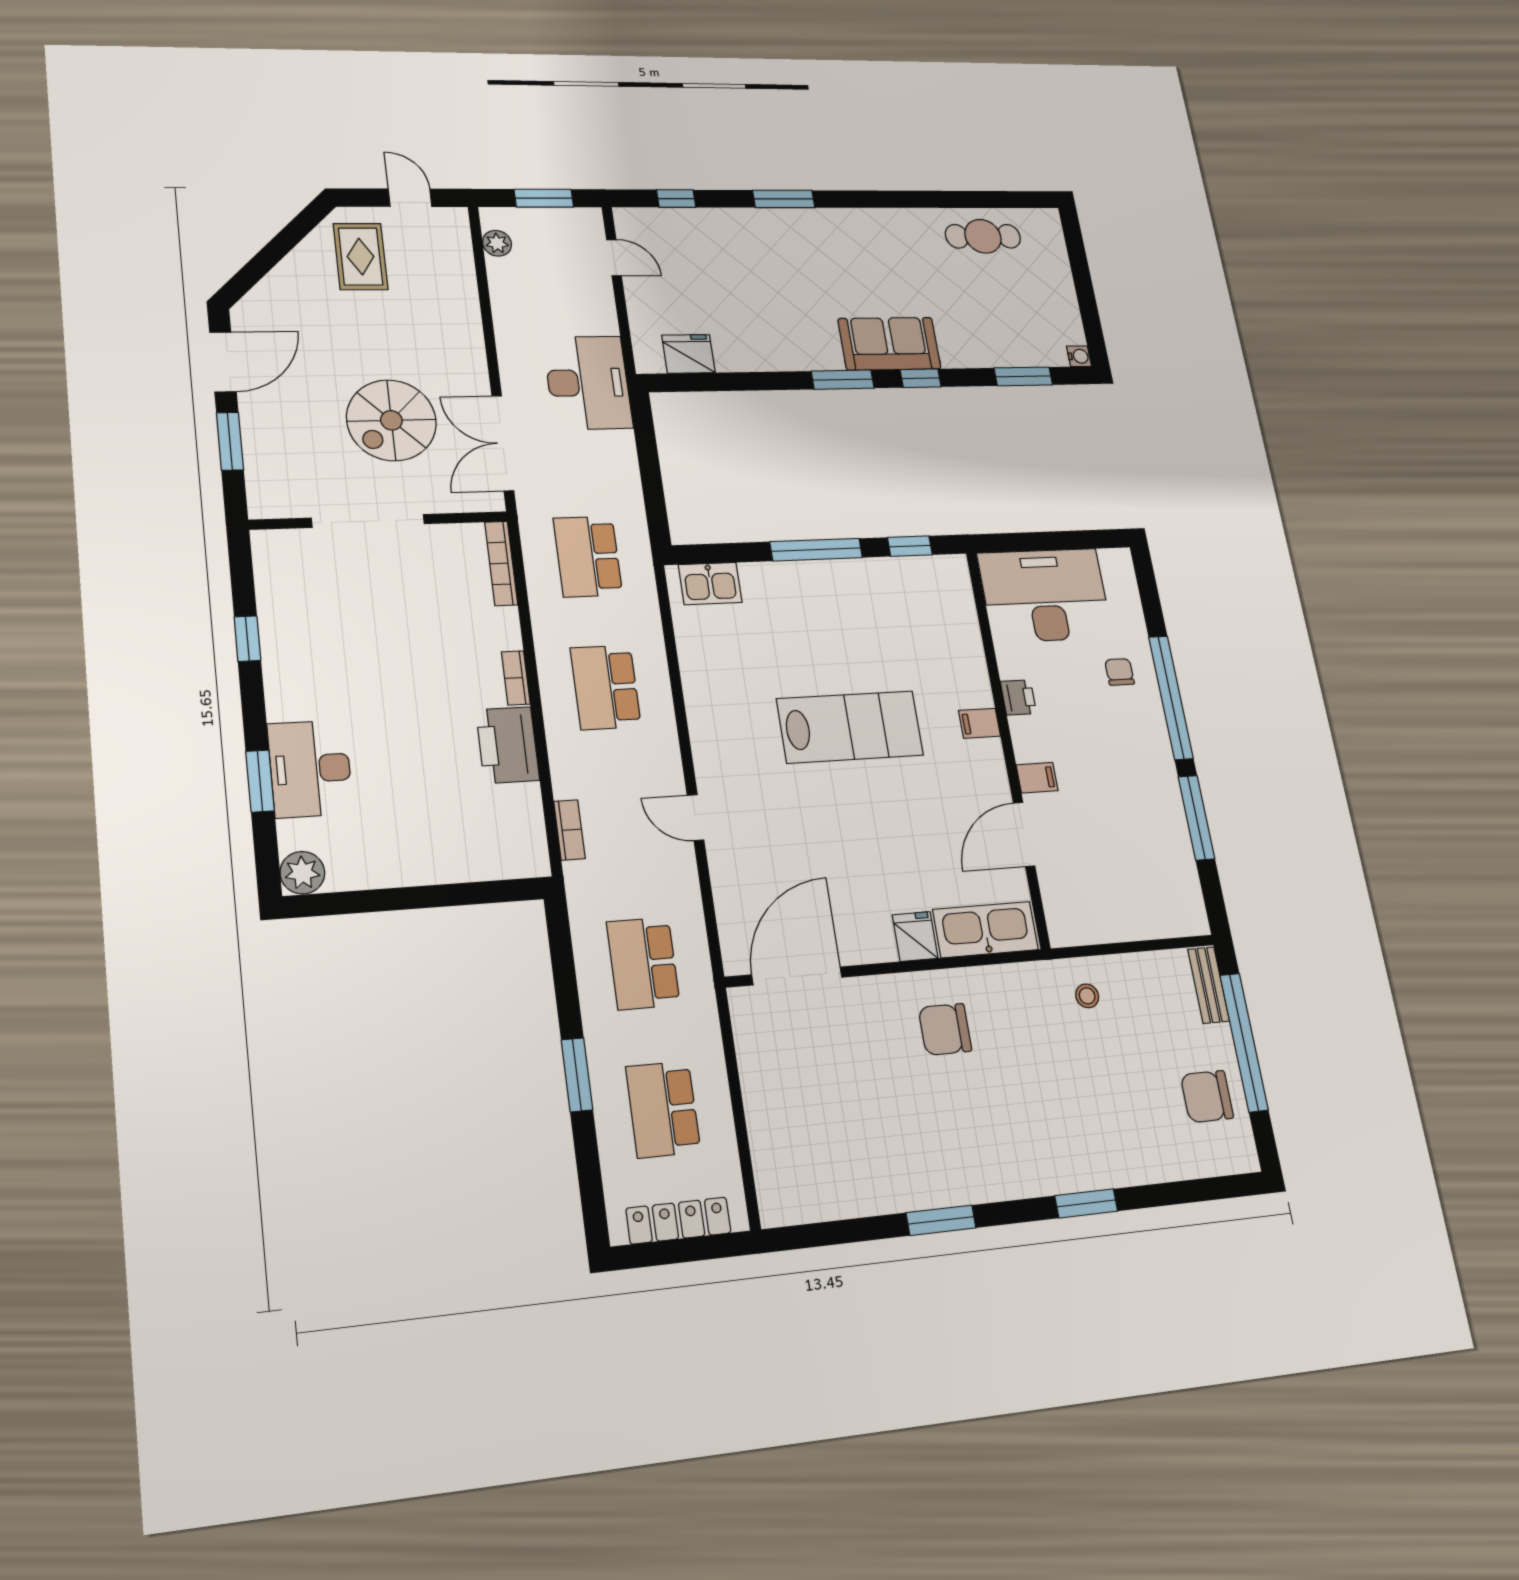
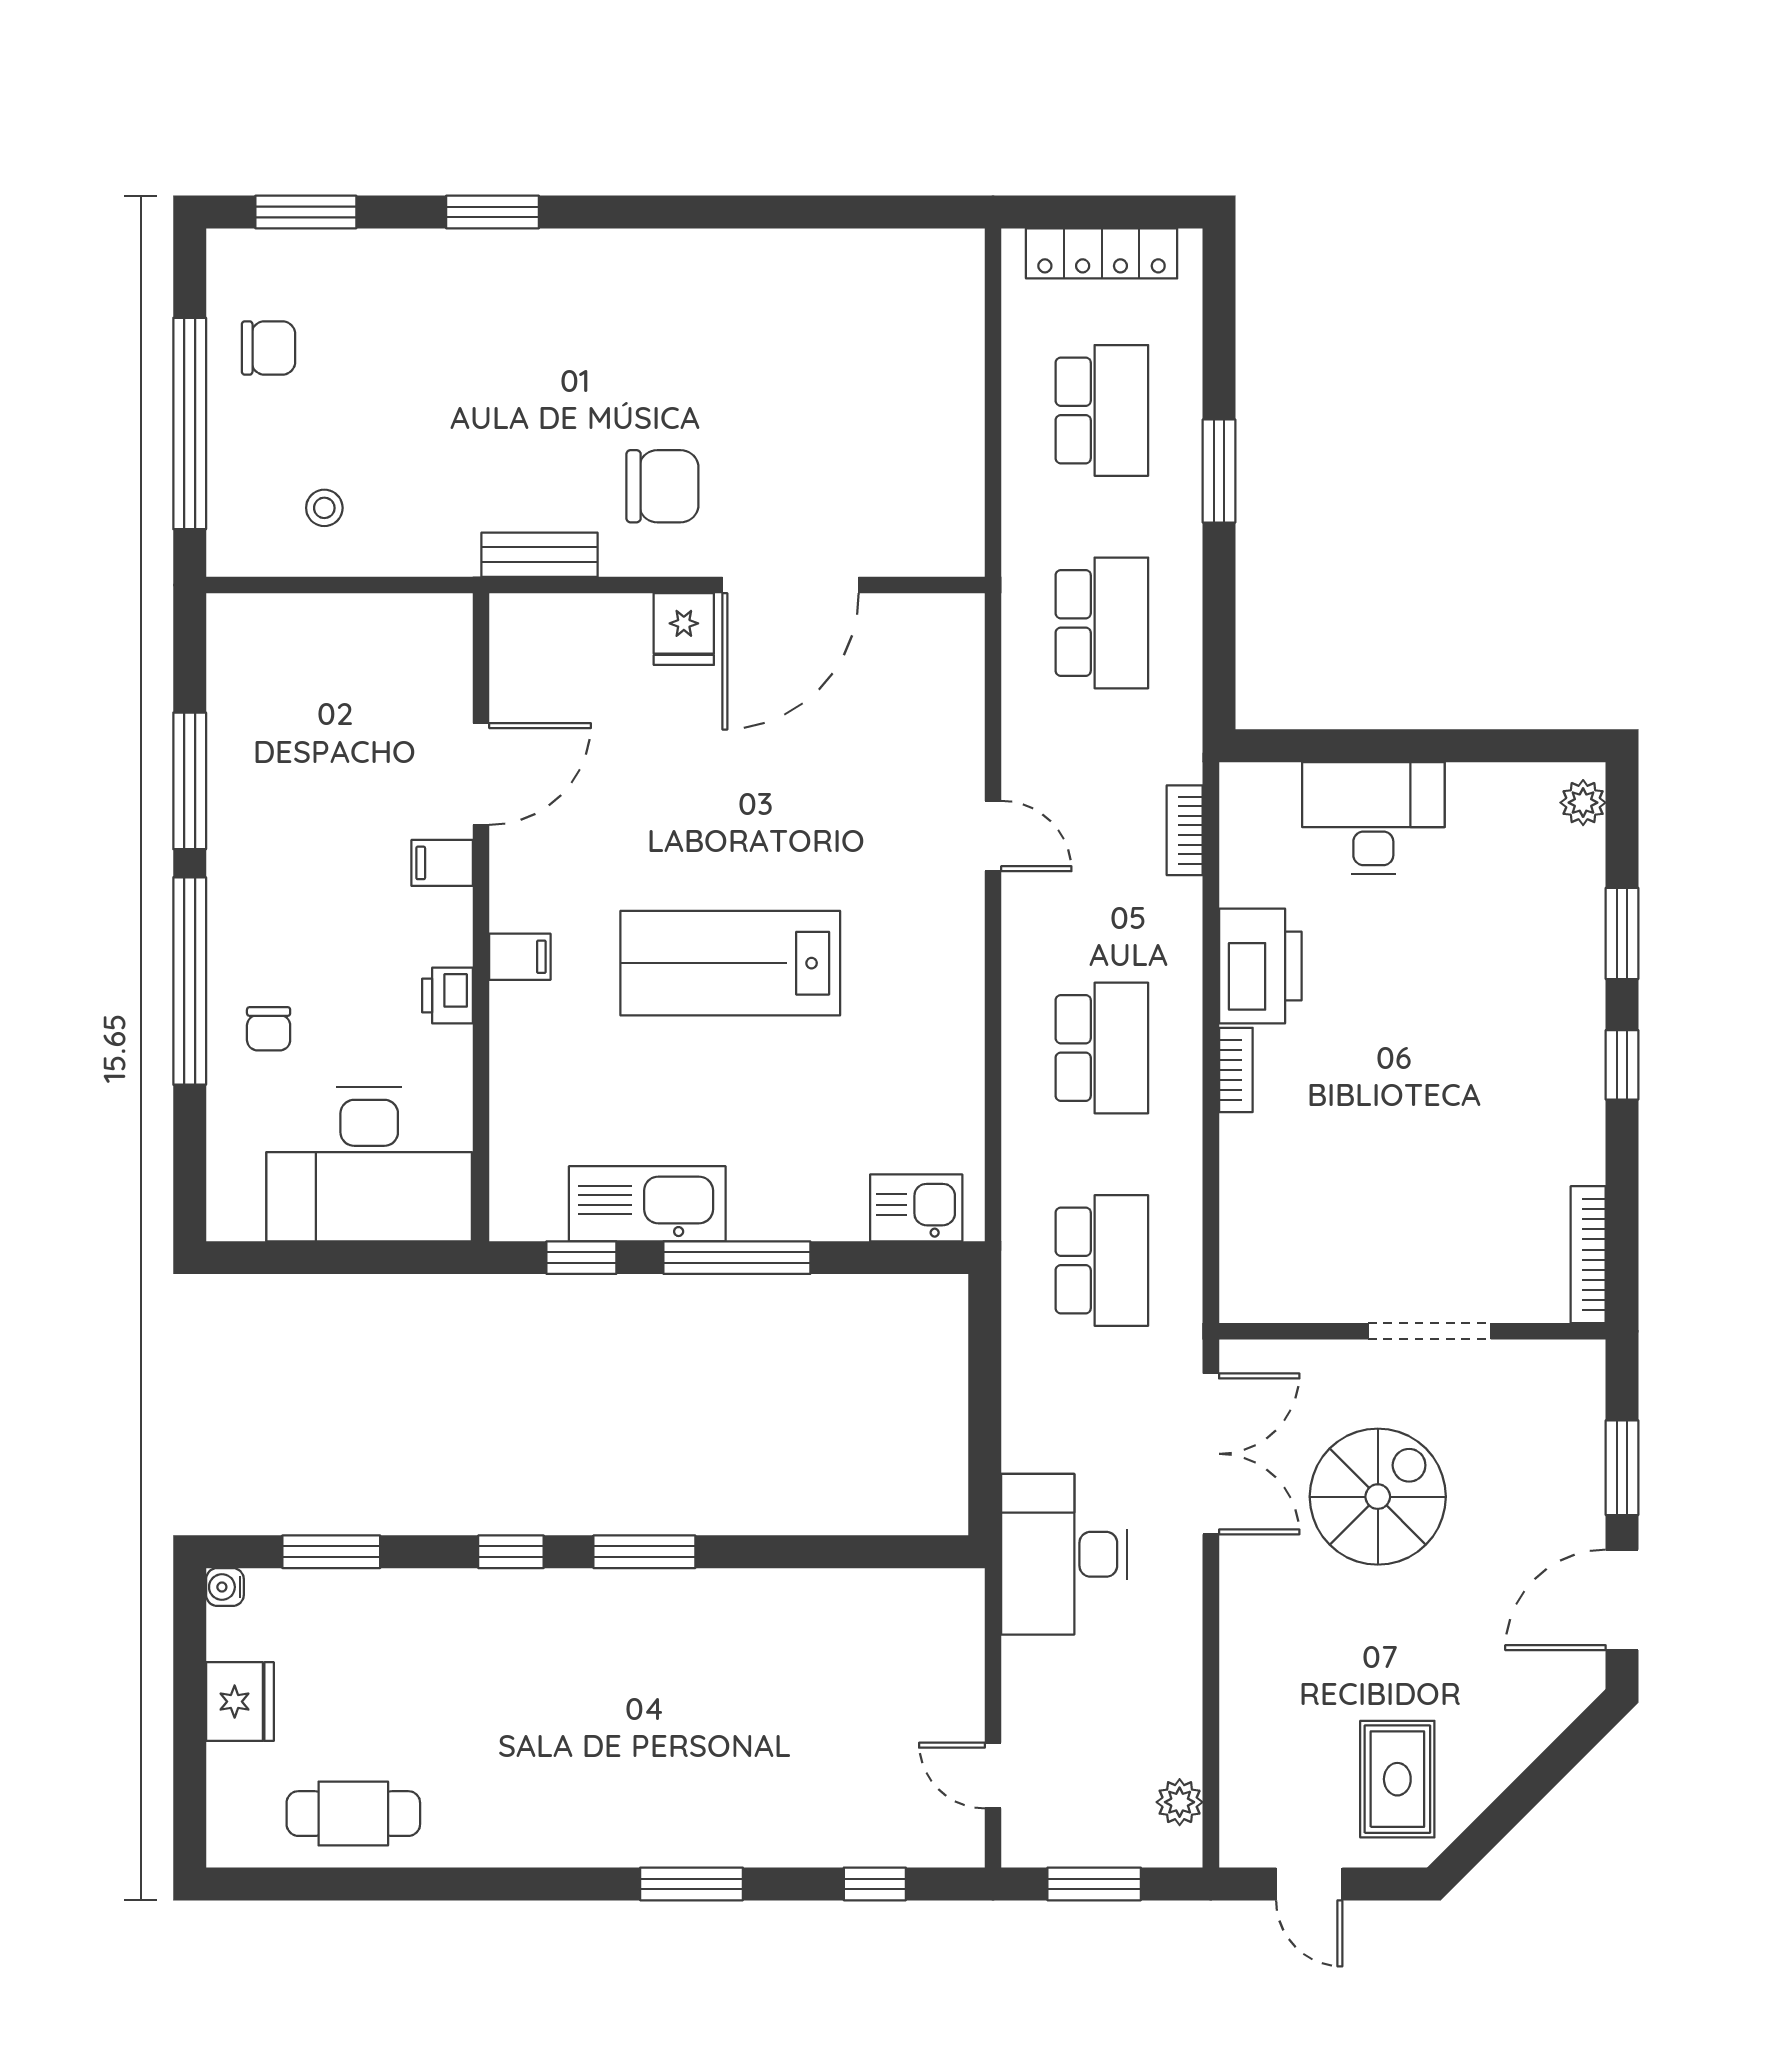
sofa: (889, 344) -> (554, 1615), removed
fridge: (689, 354) -> (240, 1702), moved, turned -90
doorway: (368, 521) -> (1429, 1331), width x0.73
bookcase: (501, 563) -> (1588, 1255), moved, turned 180
window: (247, 639) -> (1622, 1065), moved
desk: (310, 769) -> (1373, 818), moved, turned -90
plant: (302, 873) -> (1583, 803), width x0.73, depth x0.73
kitchen sink: (986, 930) -> (647, 1204), moved, turned 180
door: (797, 976) -> (791, 585), moved
bench: (1209, 985) -> (540, 555), moved, turned 90
stool: (1087, 996) -> (324, 508), moved
chair: (1207, 1096) -> (269, 348), width x0.73, depth x0.73
window: (941, 1220) -> (306, 212), moved

